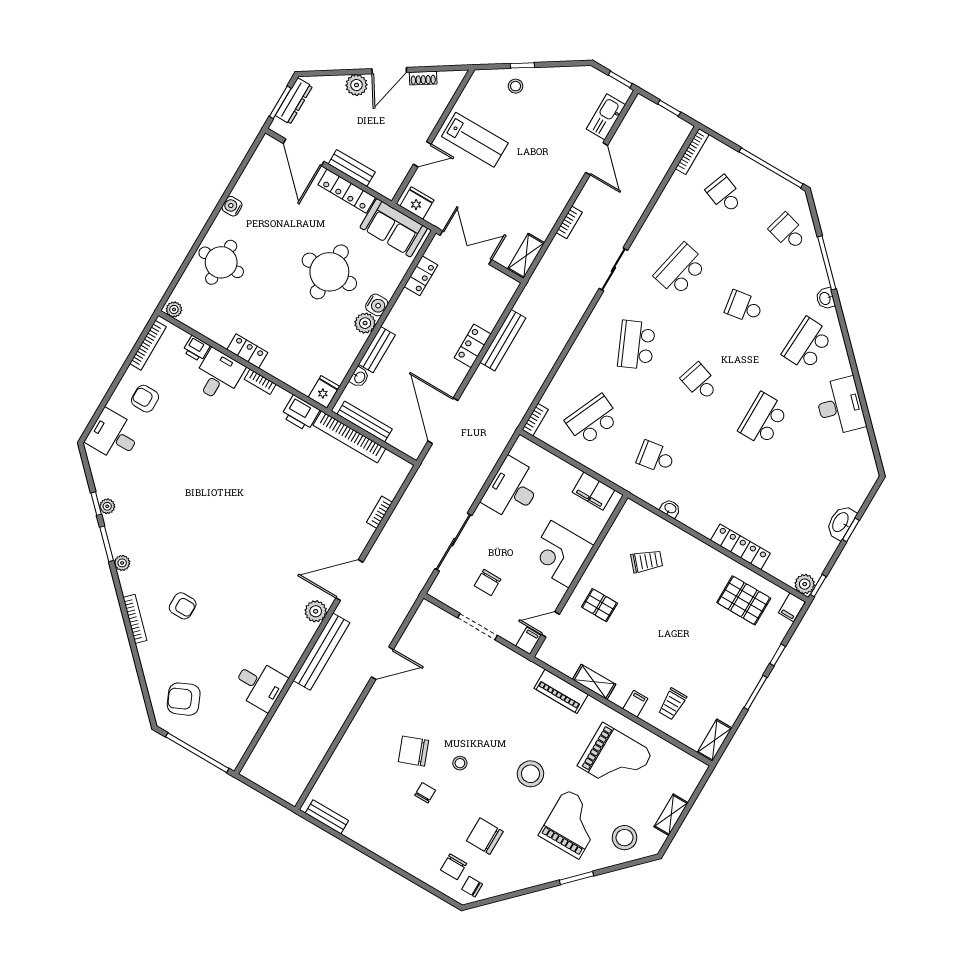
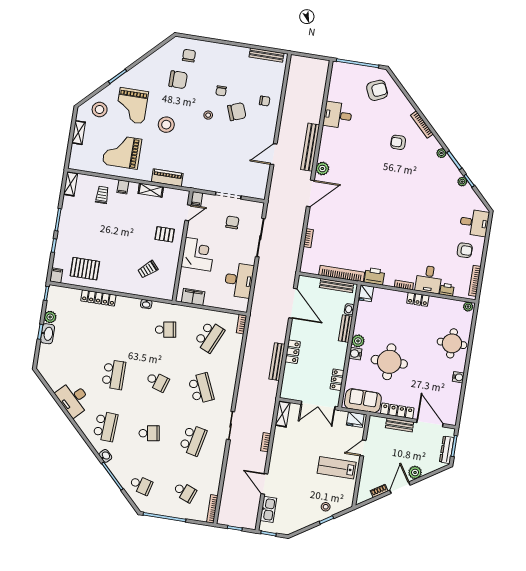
plant: (805, 584) -> (50, 317), moved
bench: (327, 817) -> (266, 55), width x1.36
chair: (472, 887) -> (265, 101), moved

